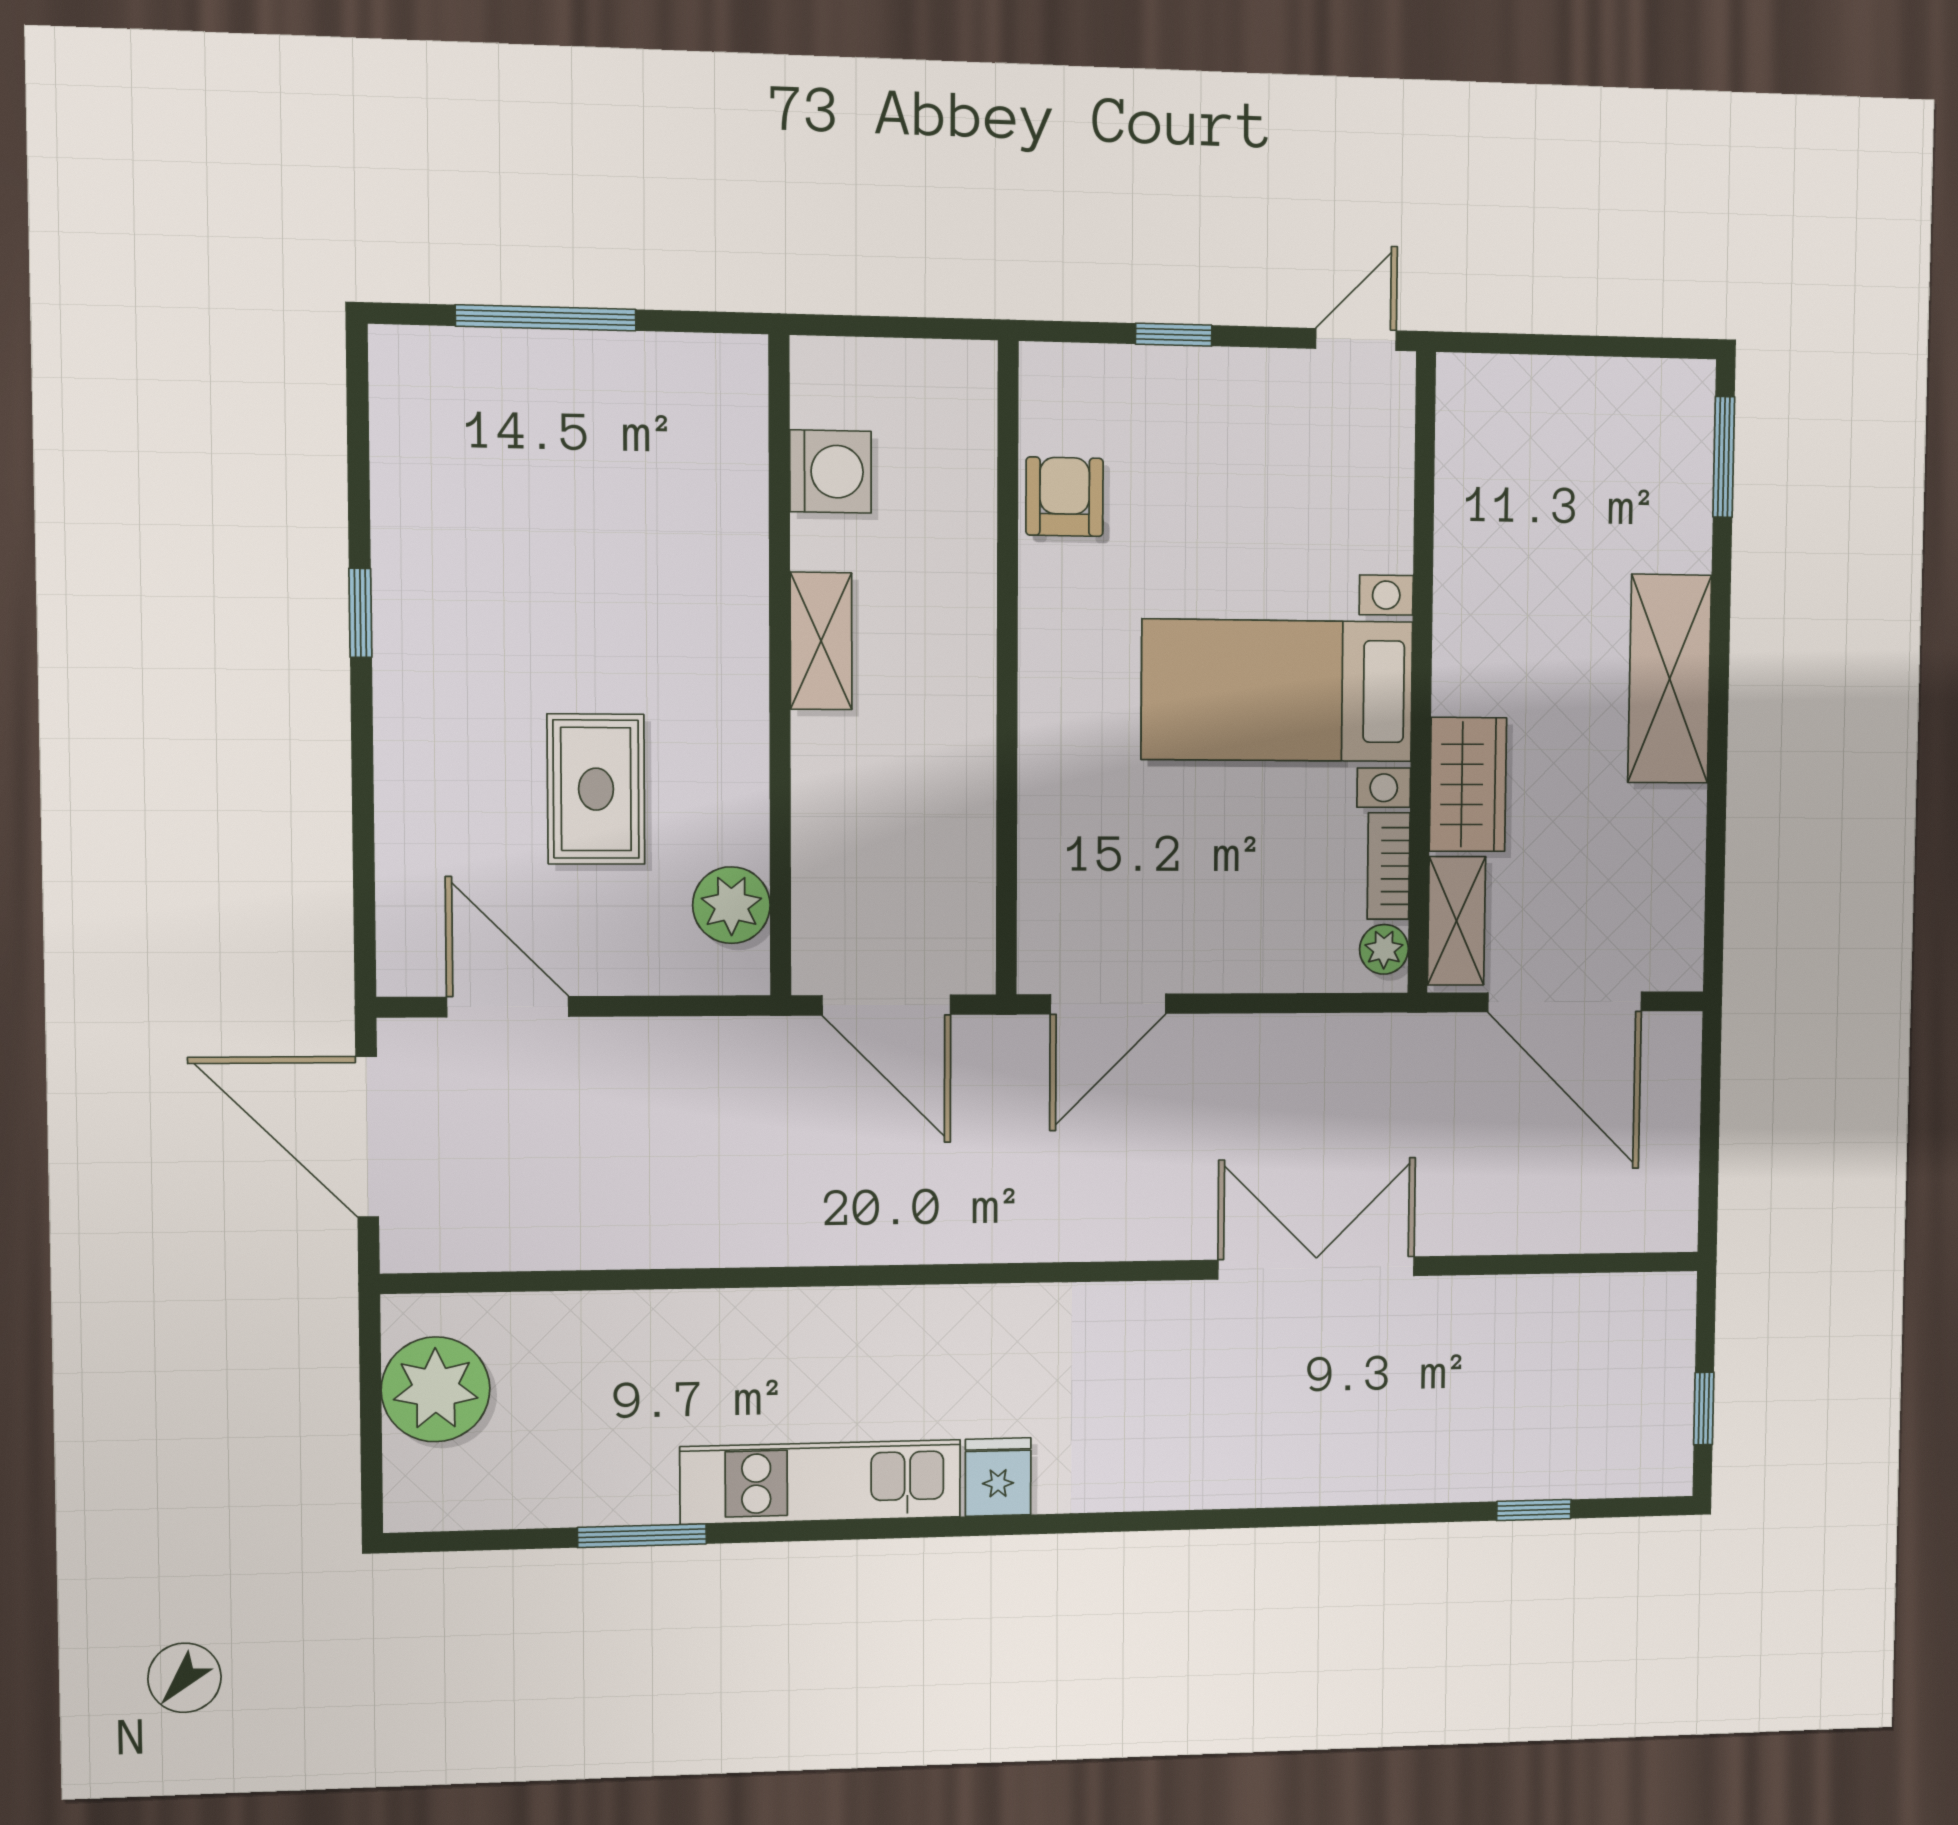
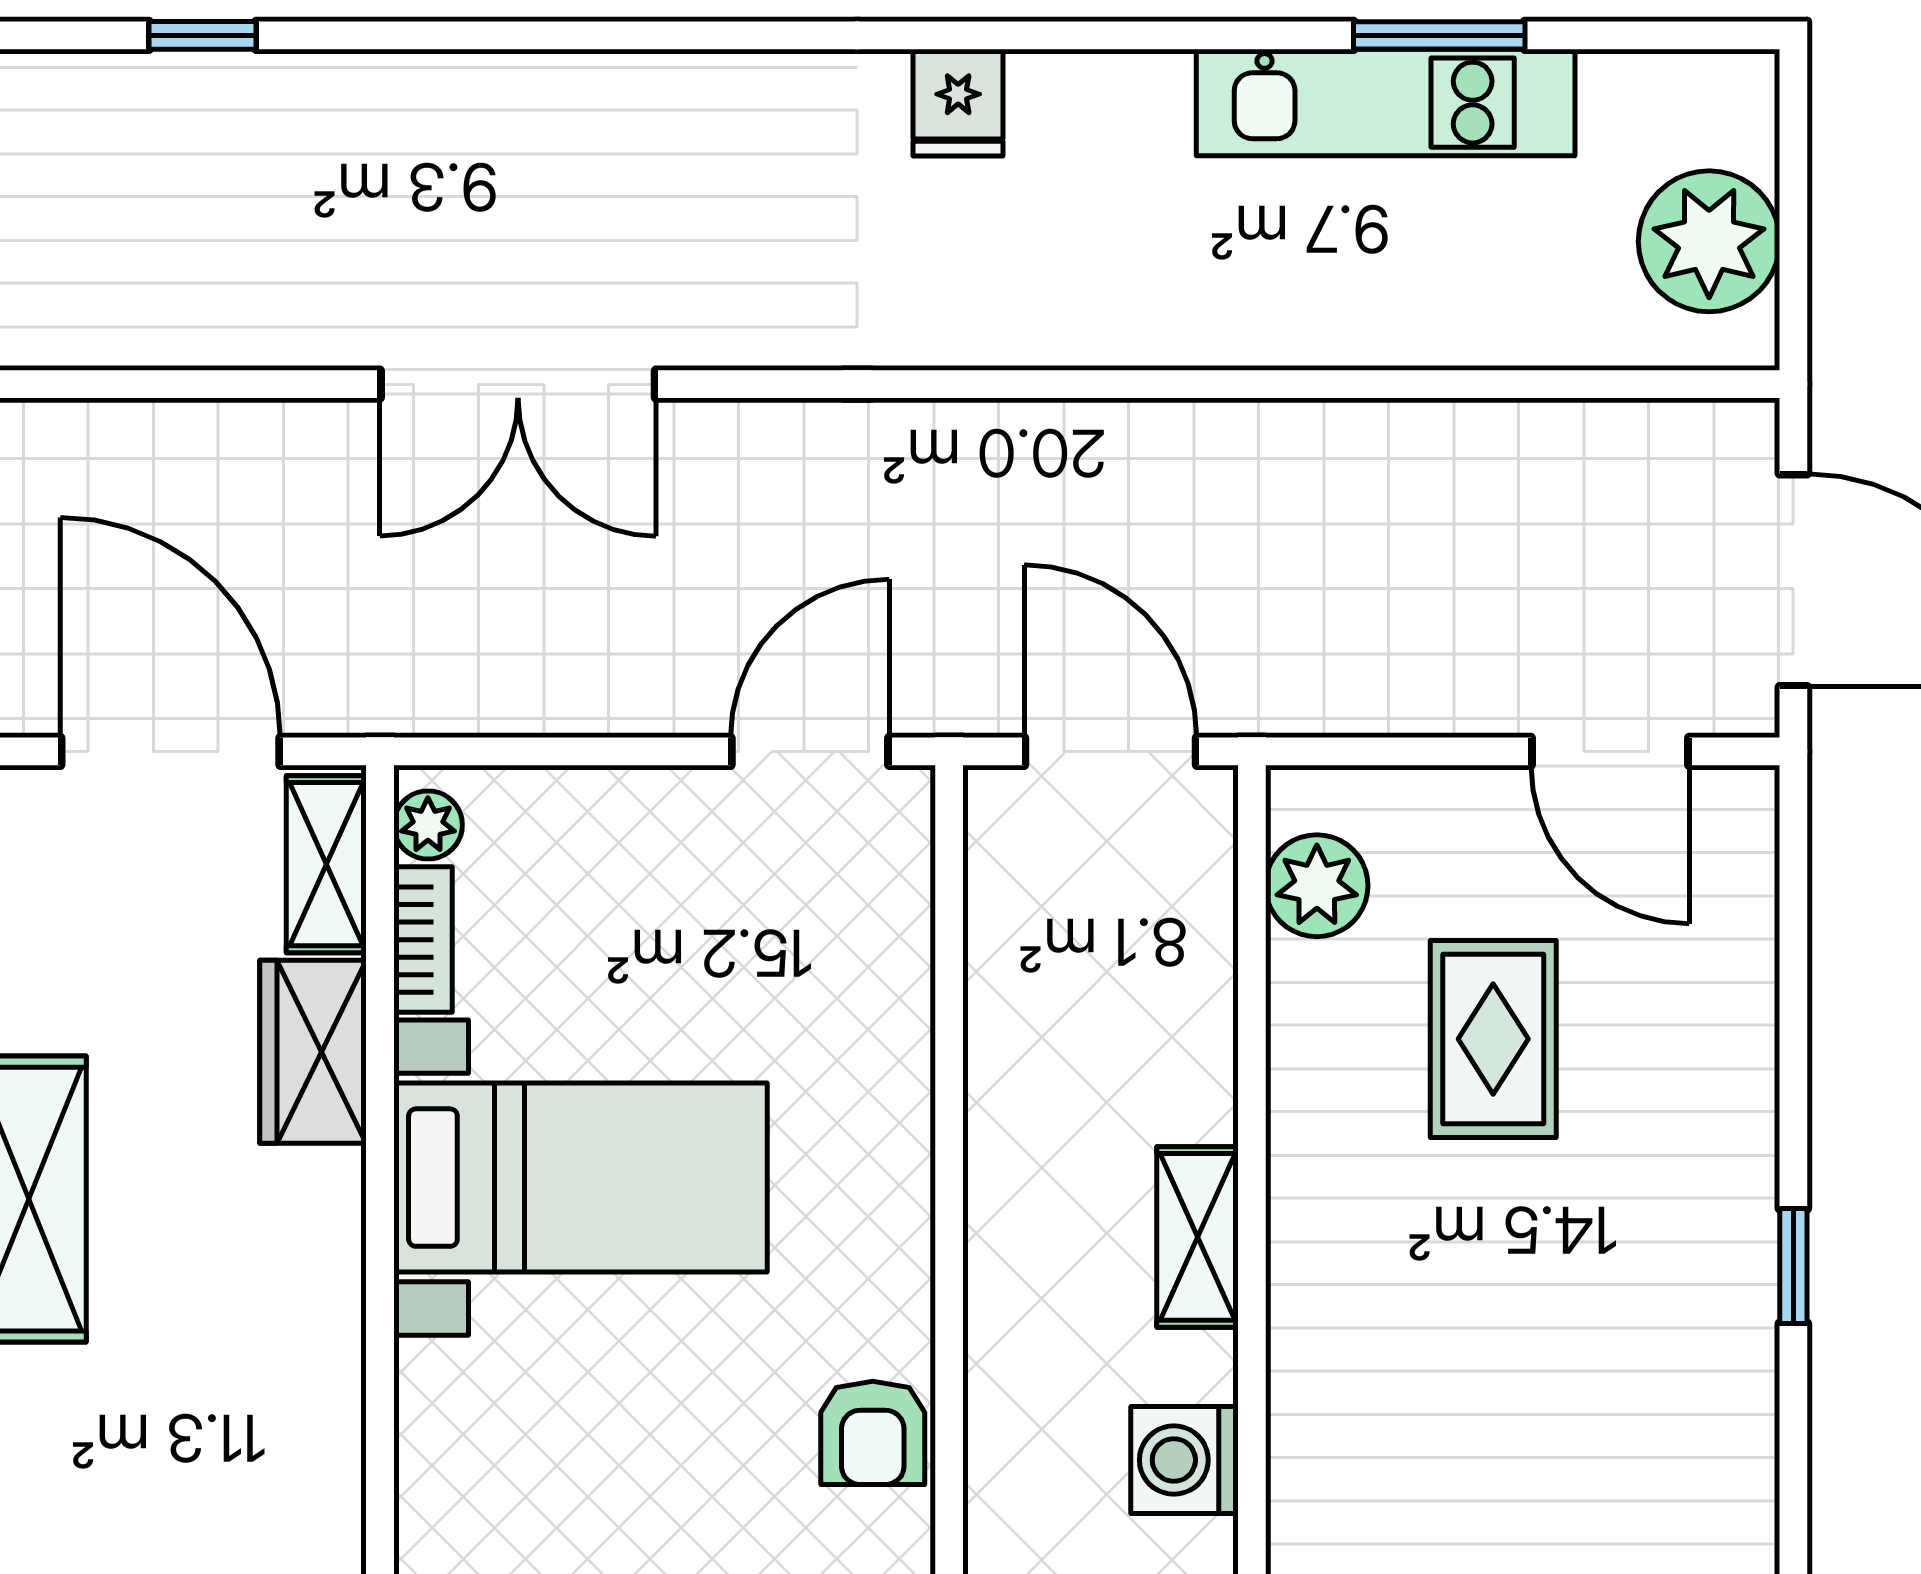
kitchen unit: (821, 1482) -> (1386, 103), moved

